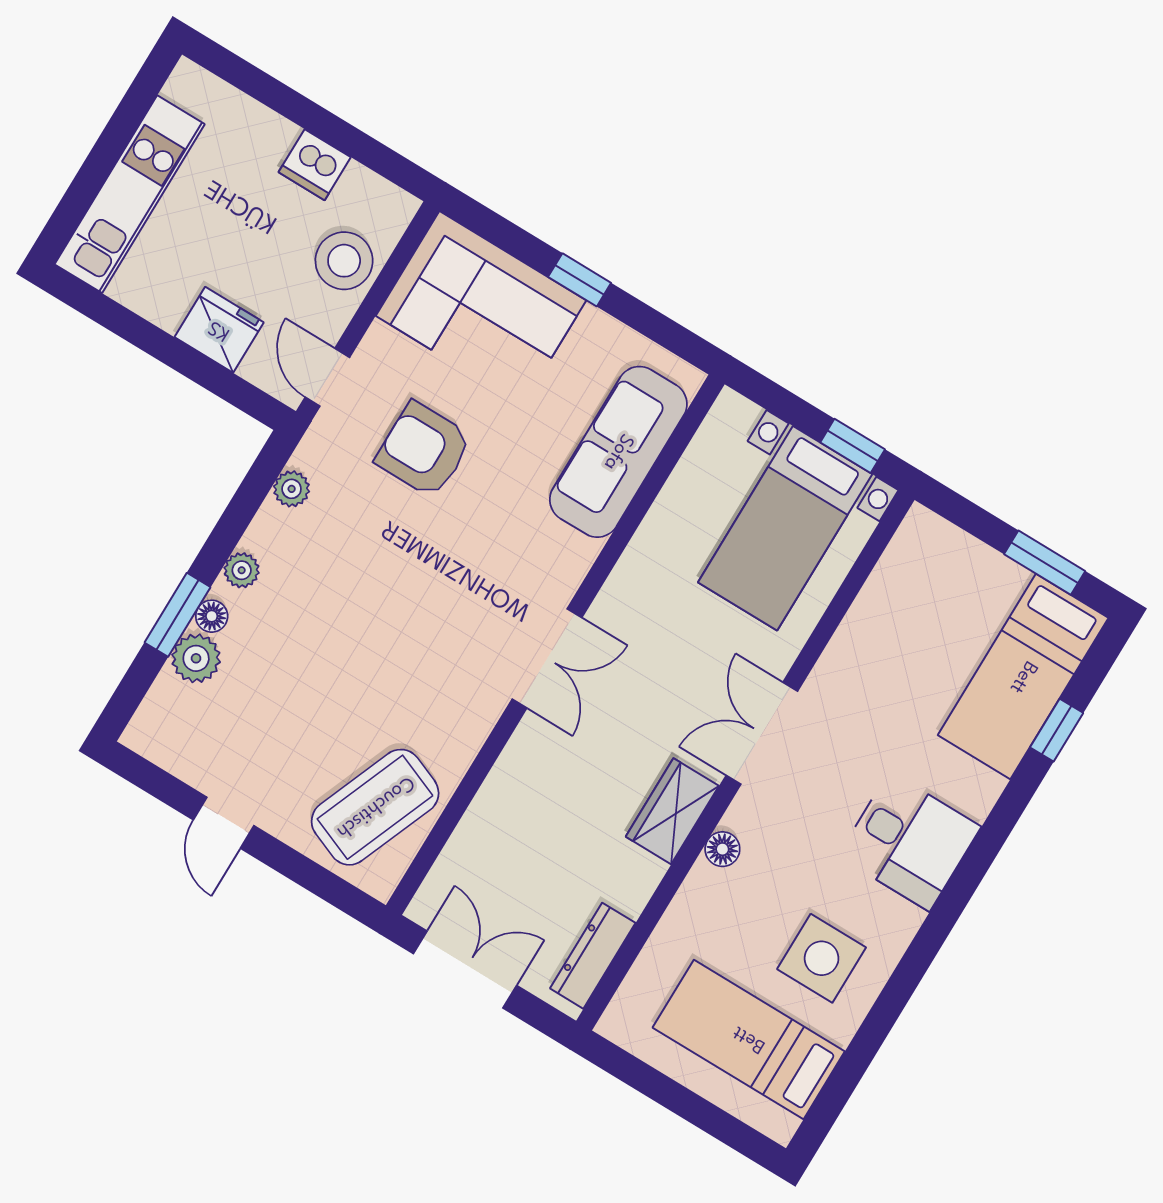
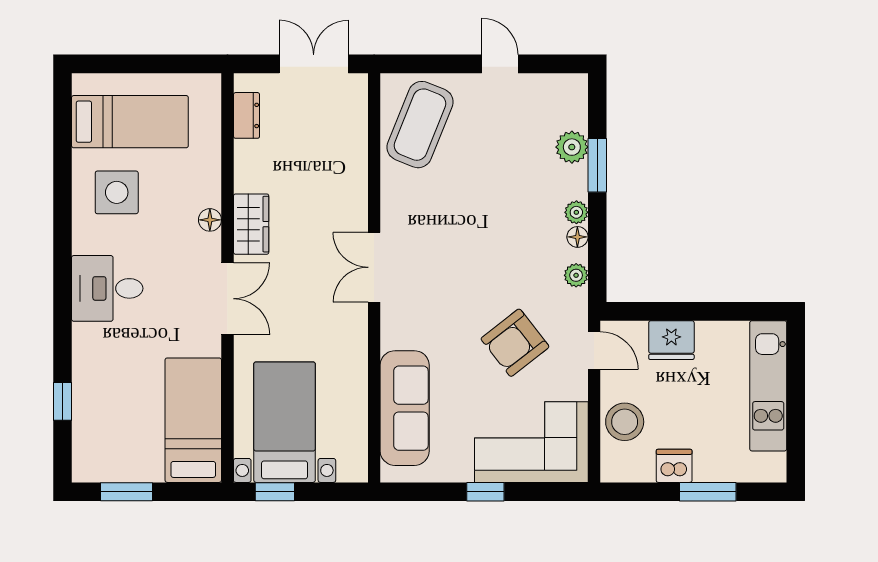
window: (291, 105) -> (708, 492), added
armchair: (424, 450) -> (515, 343), turned 142
floor lamp: (212, 616) -> (577, 237), moved
bed: (1023, 677) -> (193, 420), moved
dresser: (593, 956) -> (247, 115), width x0.70
double door: (465, 970) -> (314, 64), swing flipped

